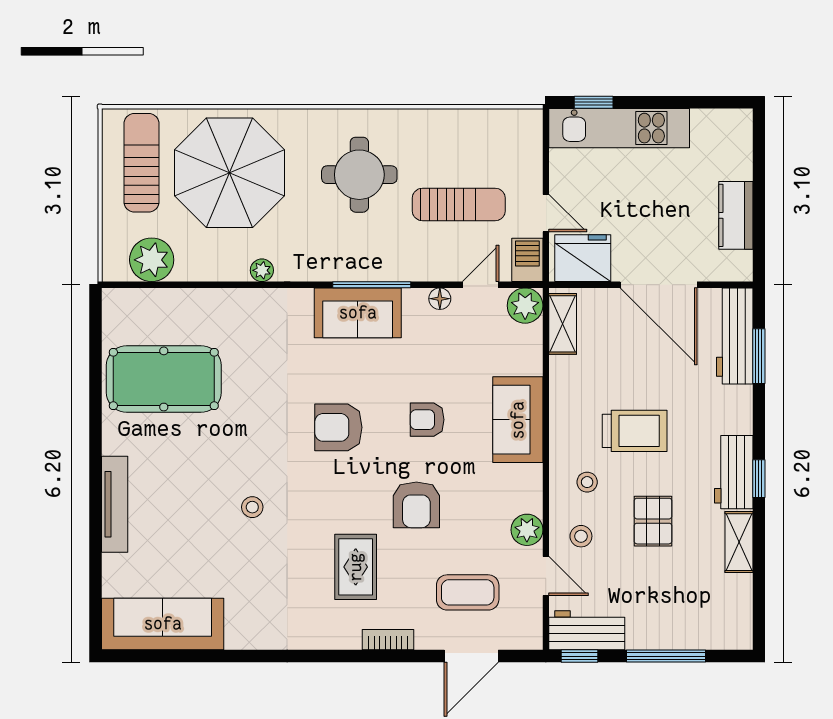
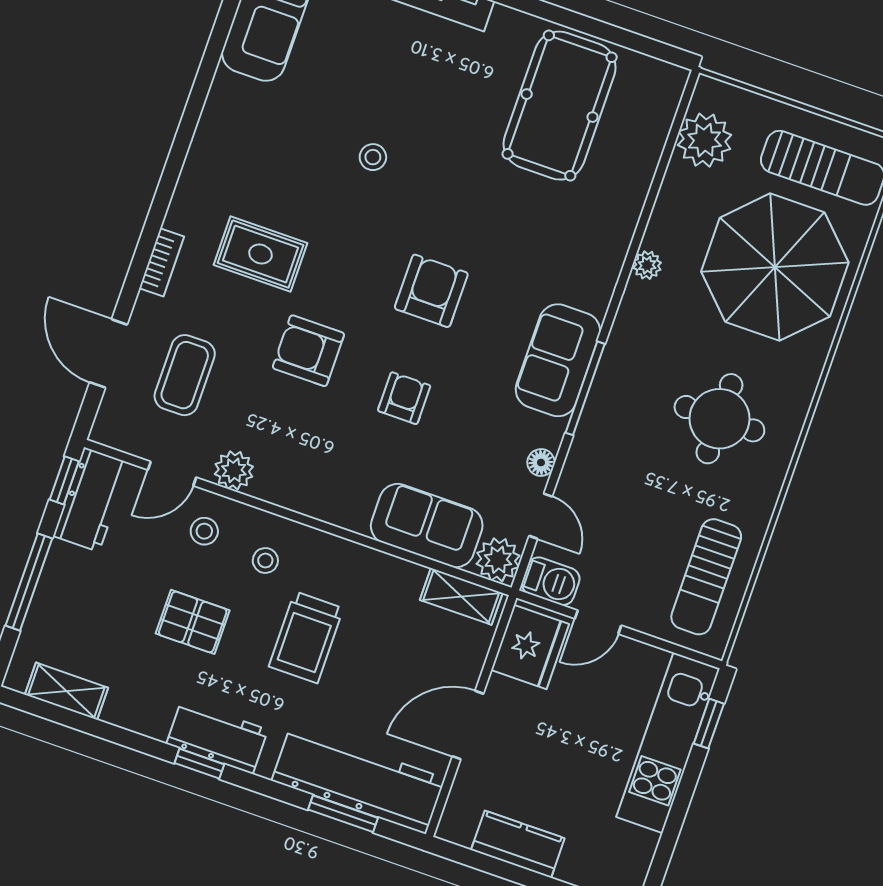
sun lounger: (459, 204) -> (706, 577), moved
door: (659, 285) -> (468, 725), width x0.73
workbench: (735, 336) -> (358, 779), width x1.36, depth x1.32
sofa: (518, 420) -> (427, 526), moved
shelving: (739, 542) -> (66, 691), moved

